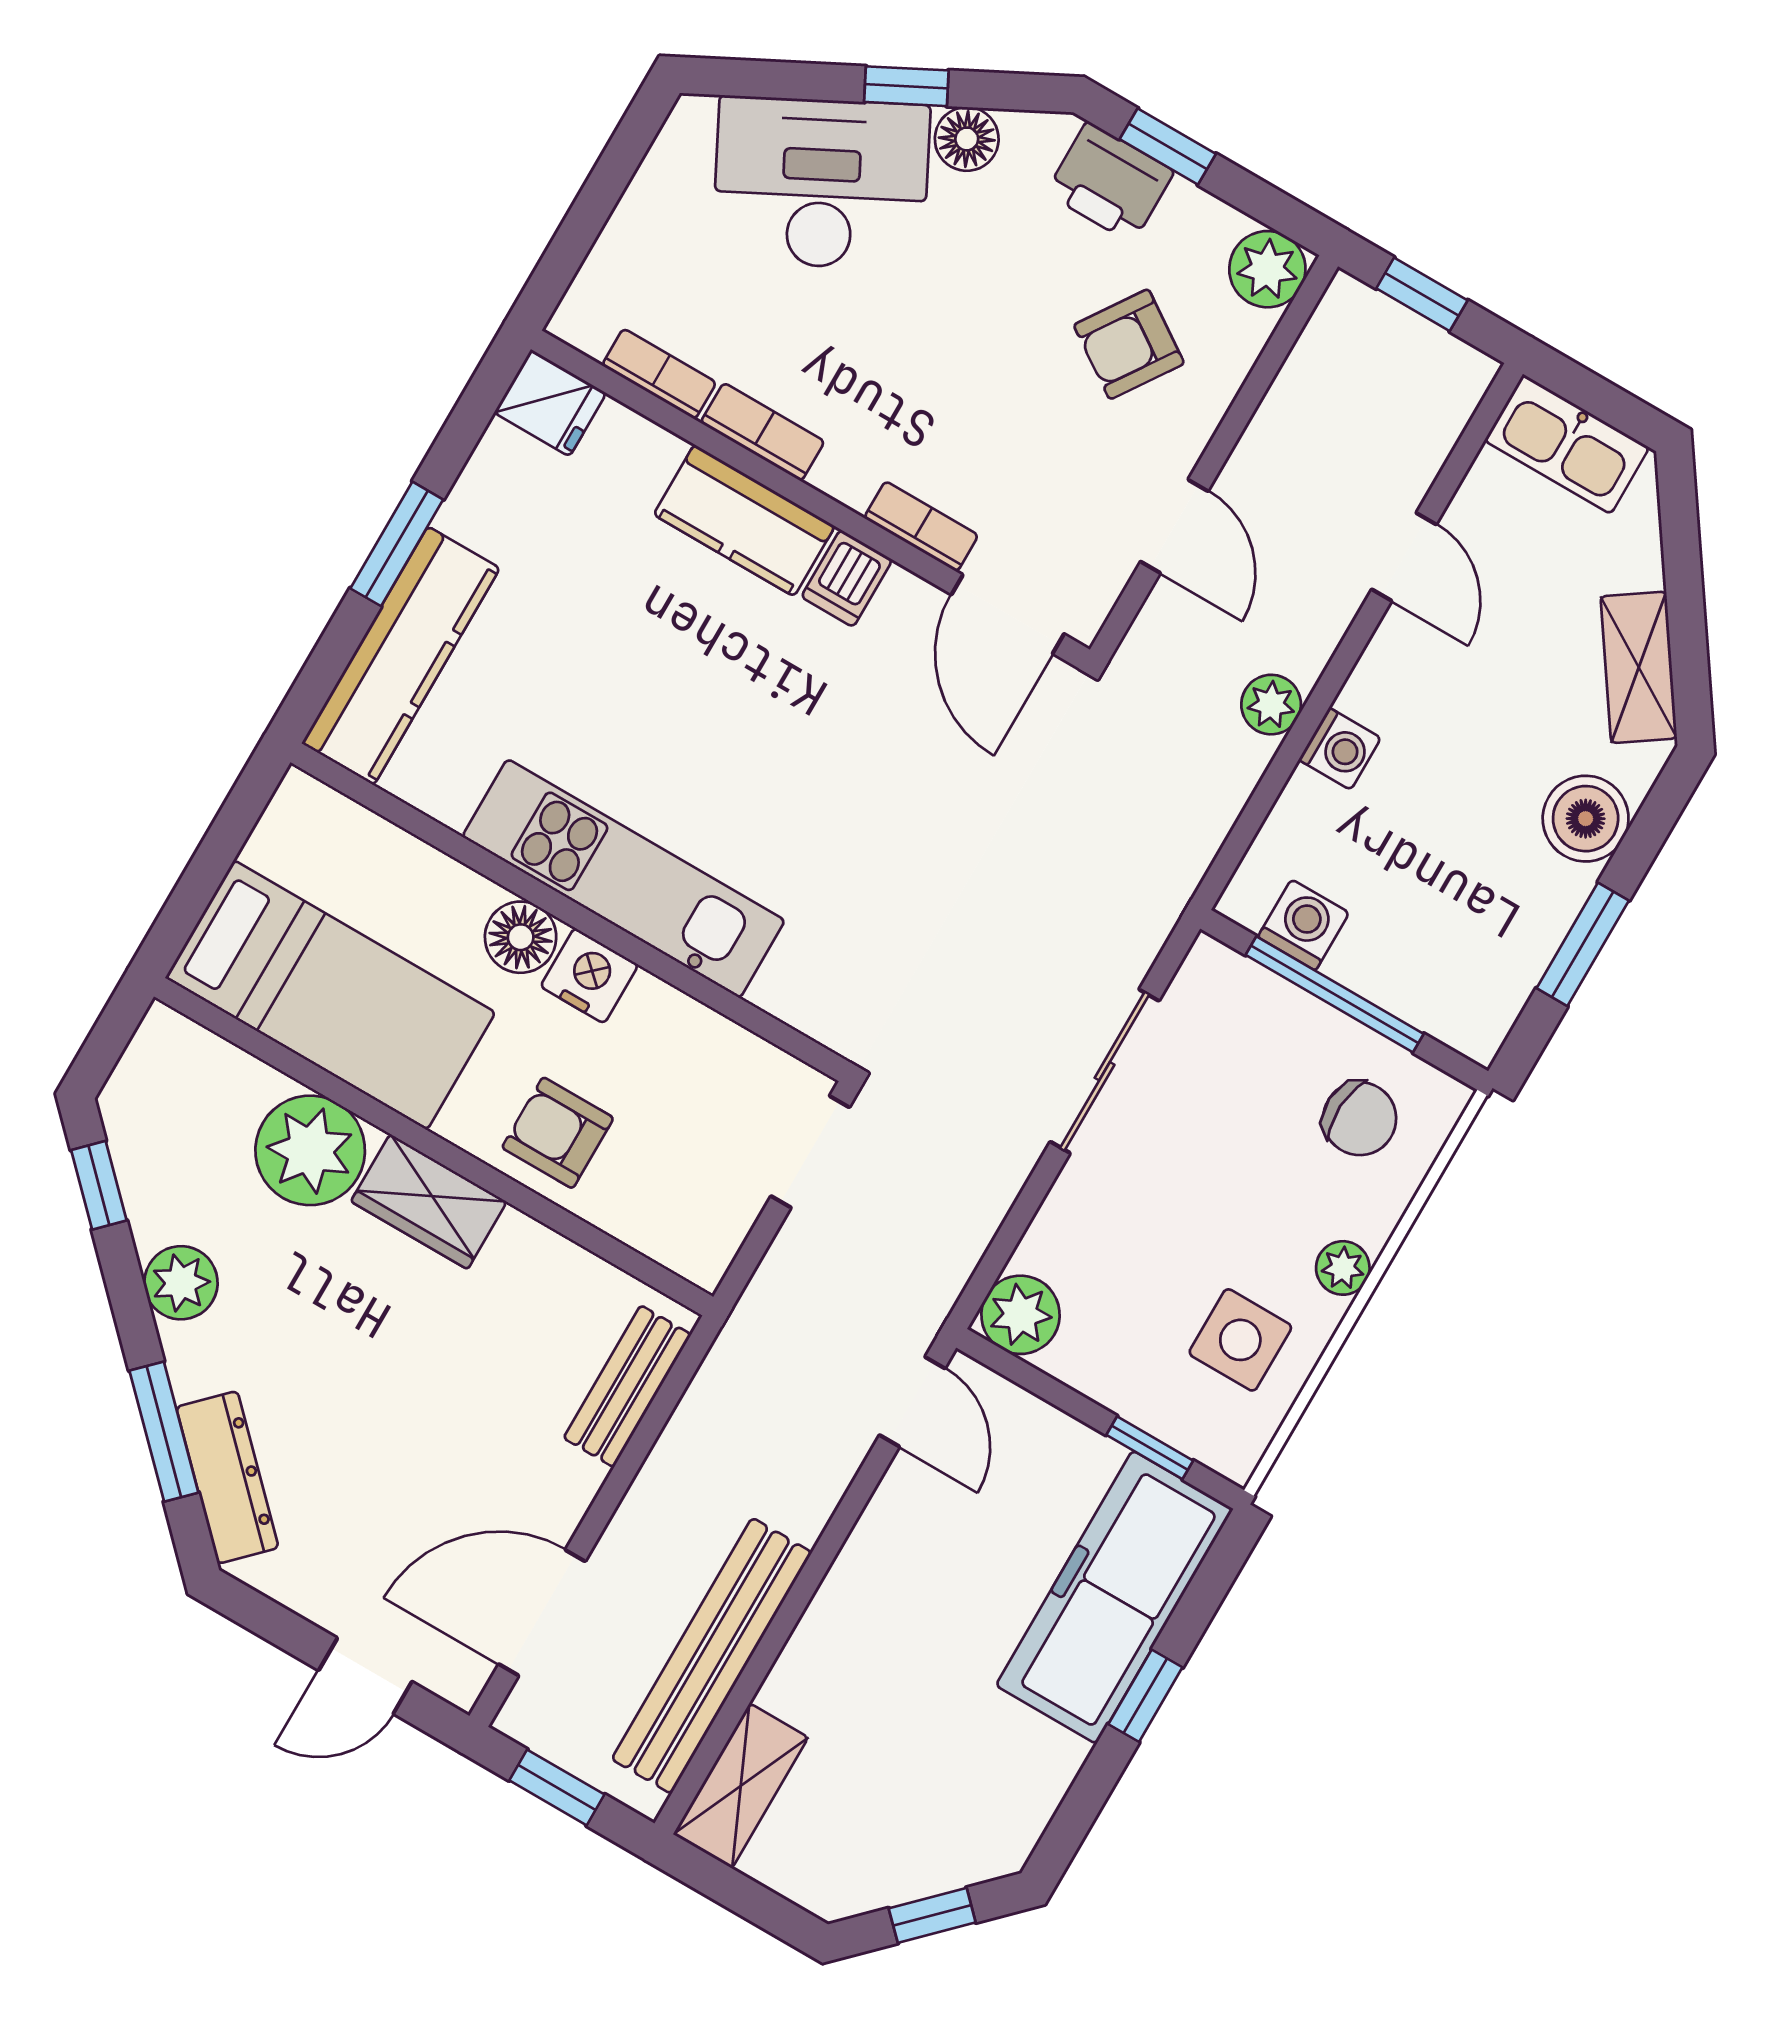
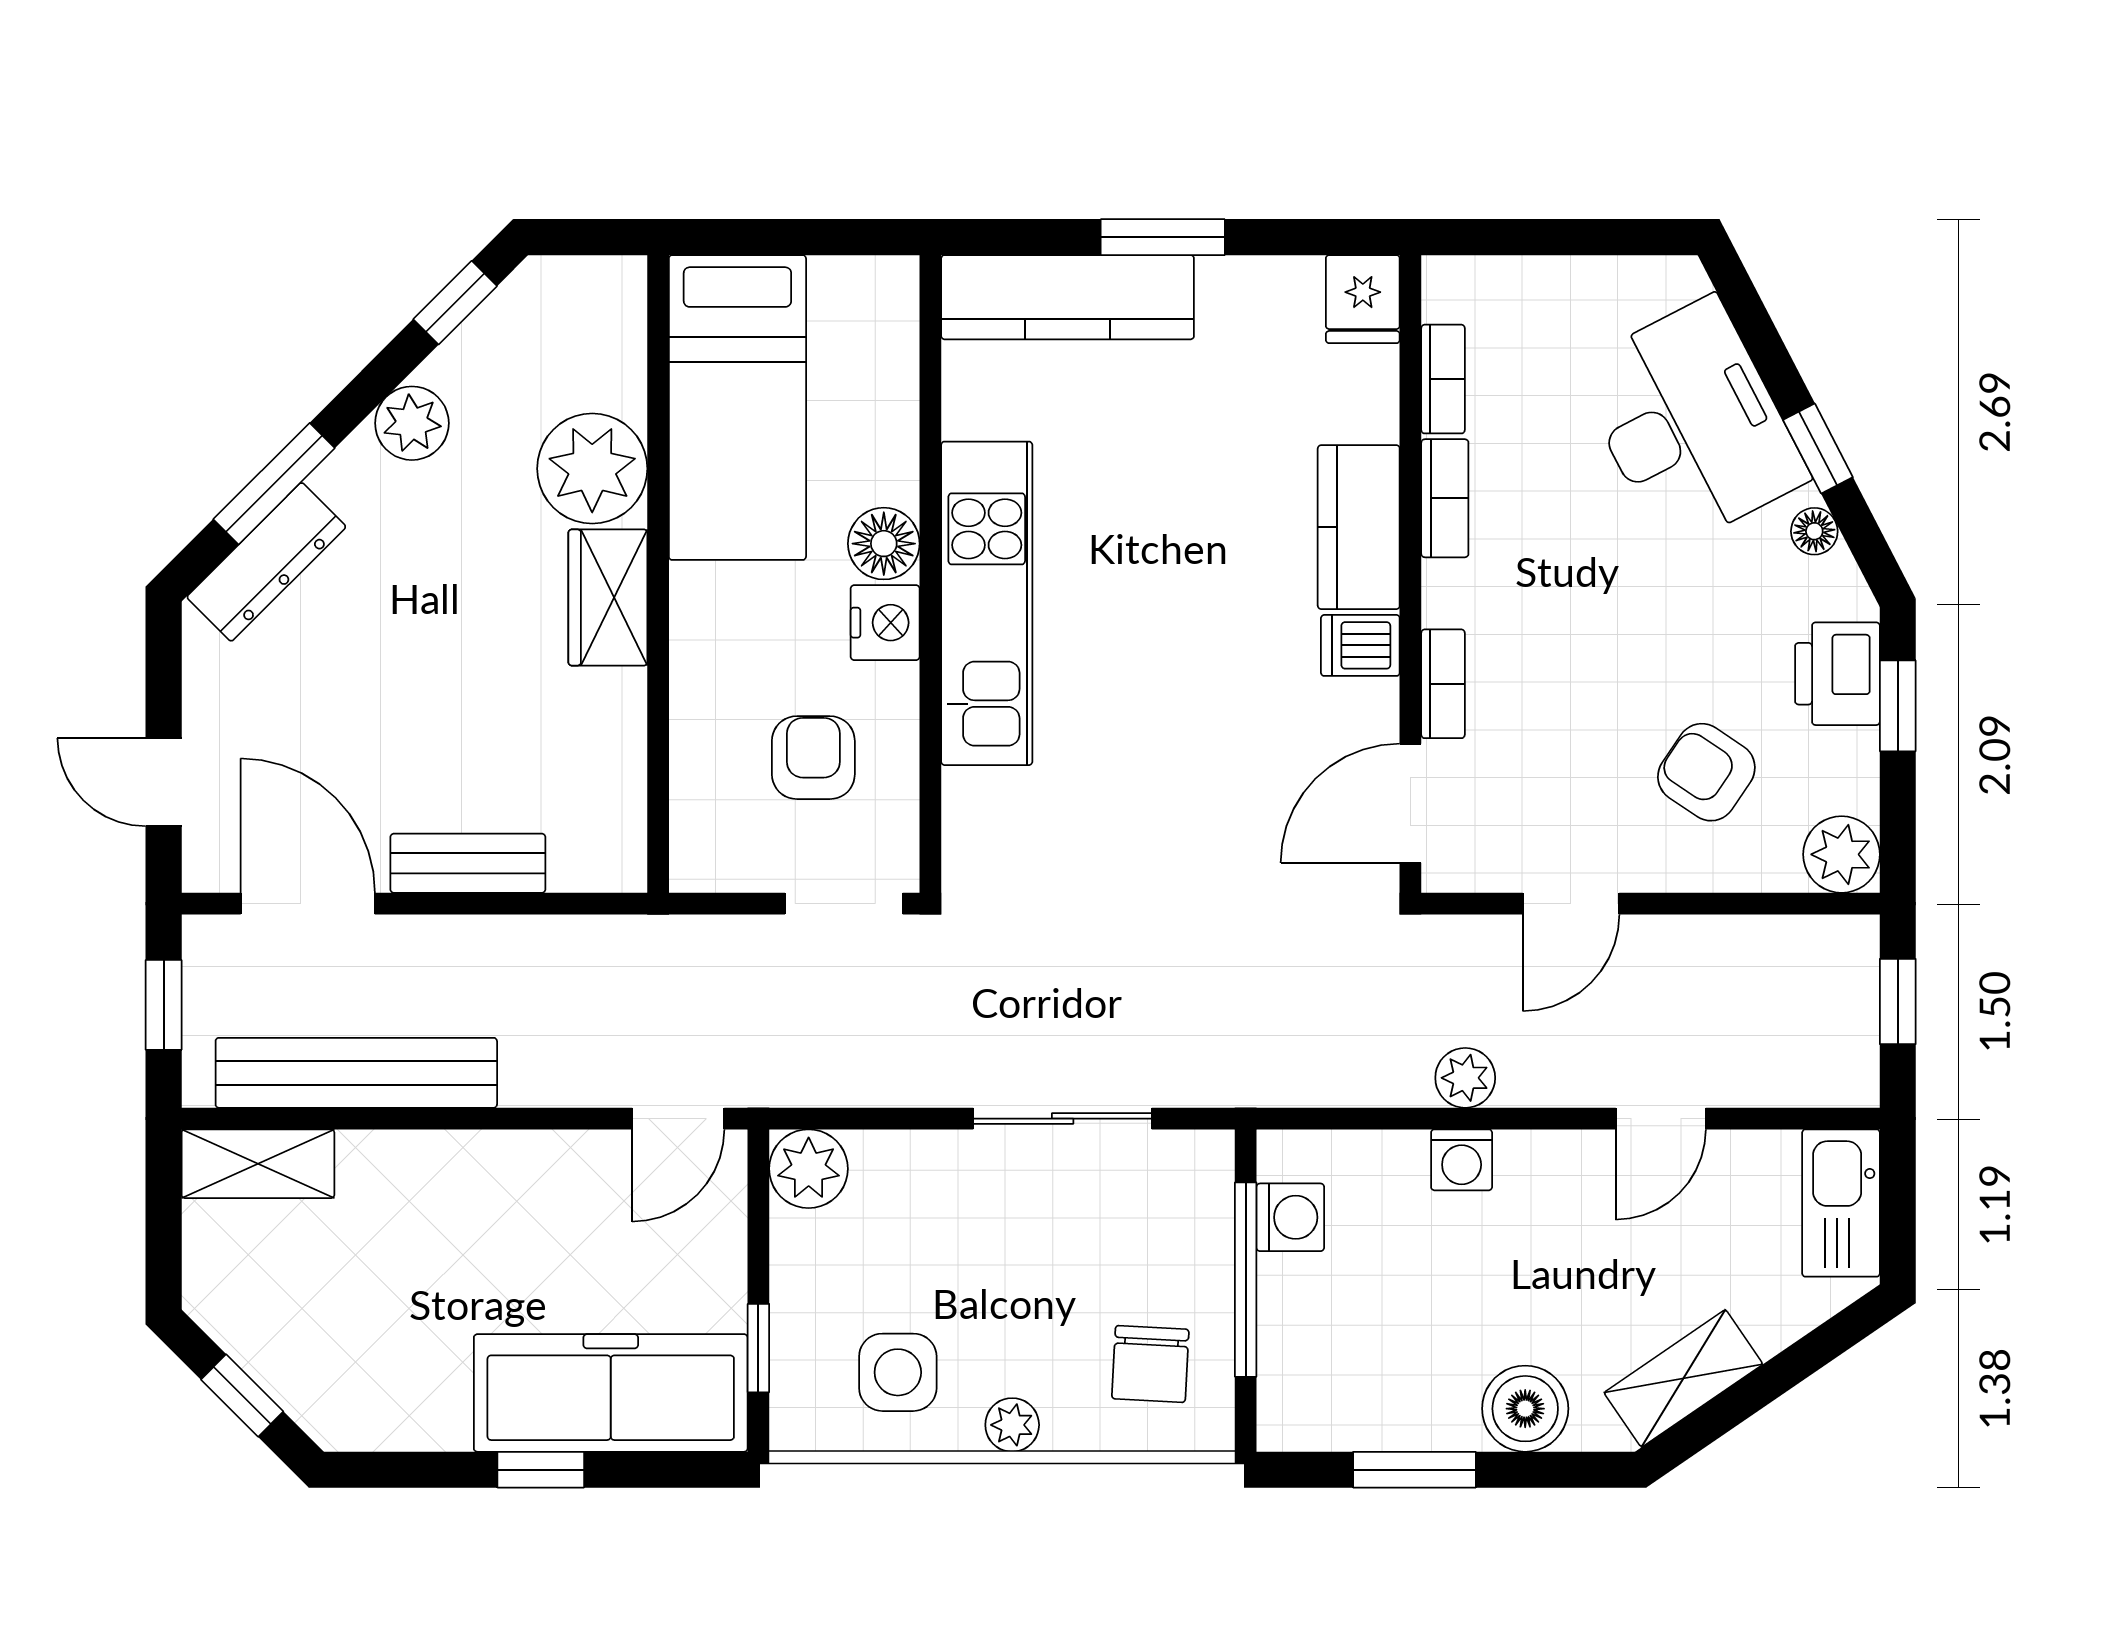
floor lamp: (967, 139) -> (1814, 531), width x0.73, depth x0.73
armchair: (558, 1133) -> (813, 758), moved
bench: (627, 1386) -> (468, 863), moved

